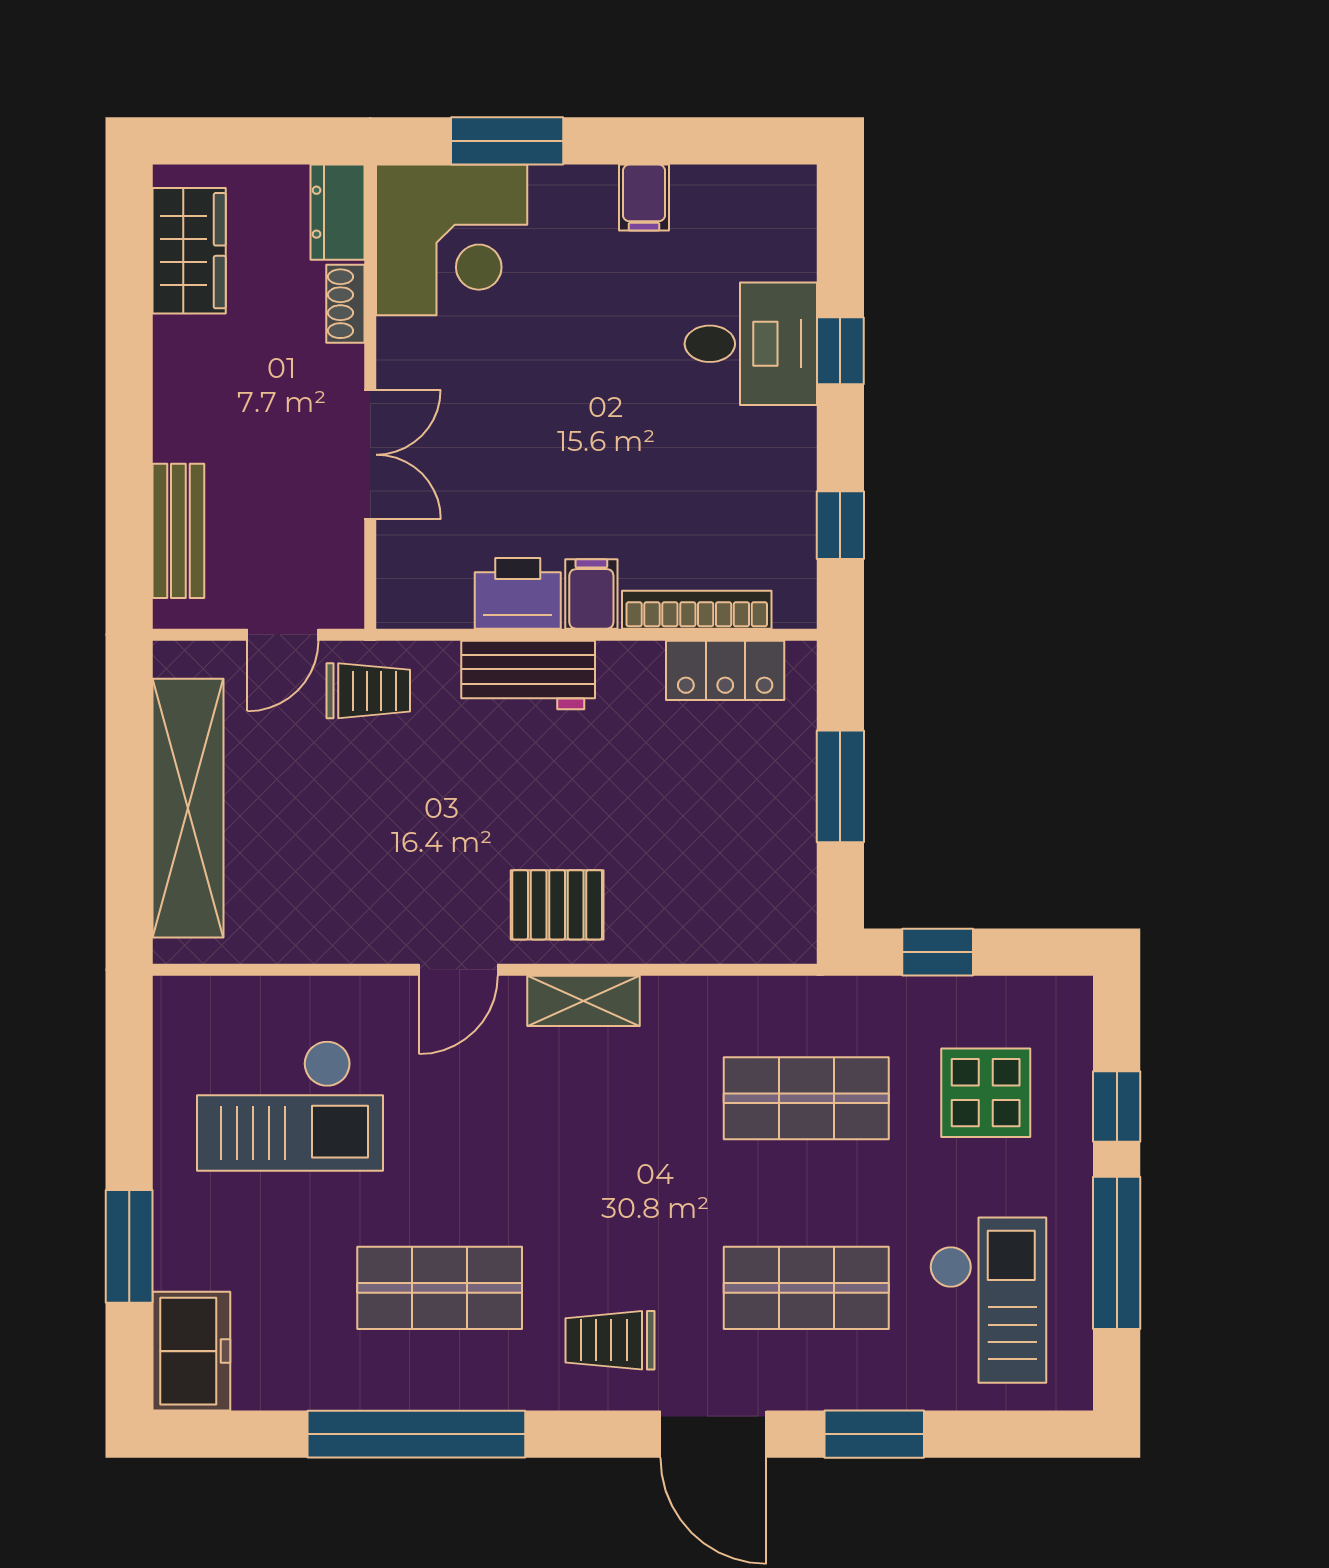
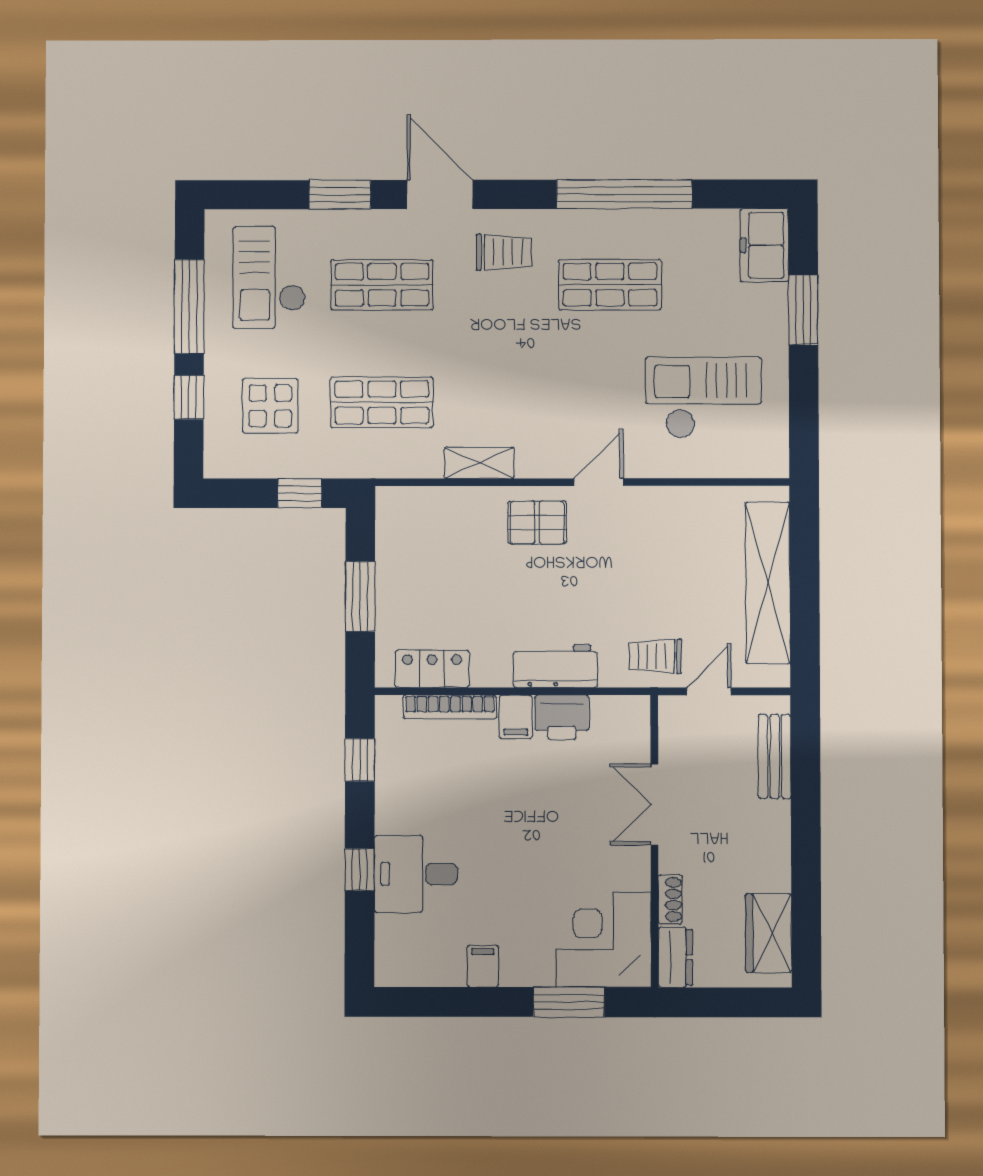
shelving: (584, 1001) -> (479, 463), moved

